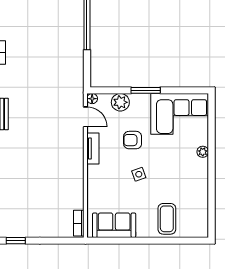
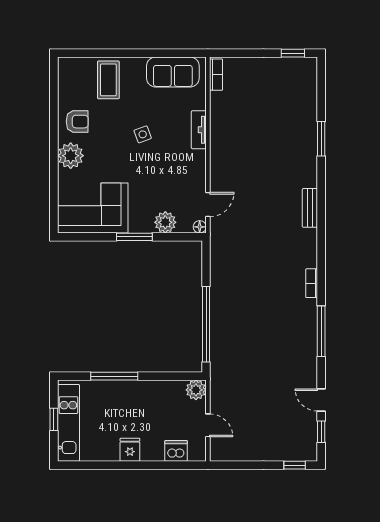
door: (85, 117) -> (208, 205), swing flipped
armchair: (133, 140) -> (77, 122), moved
tv unit: (93, 149) -> (199, 130), moved
plant: (203, 152) -> (71, 156), width x1.87, depth x1.87

